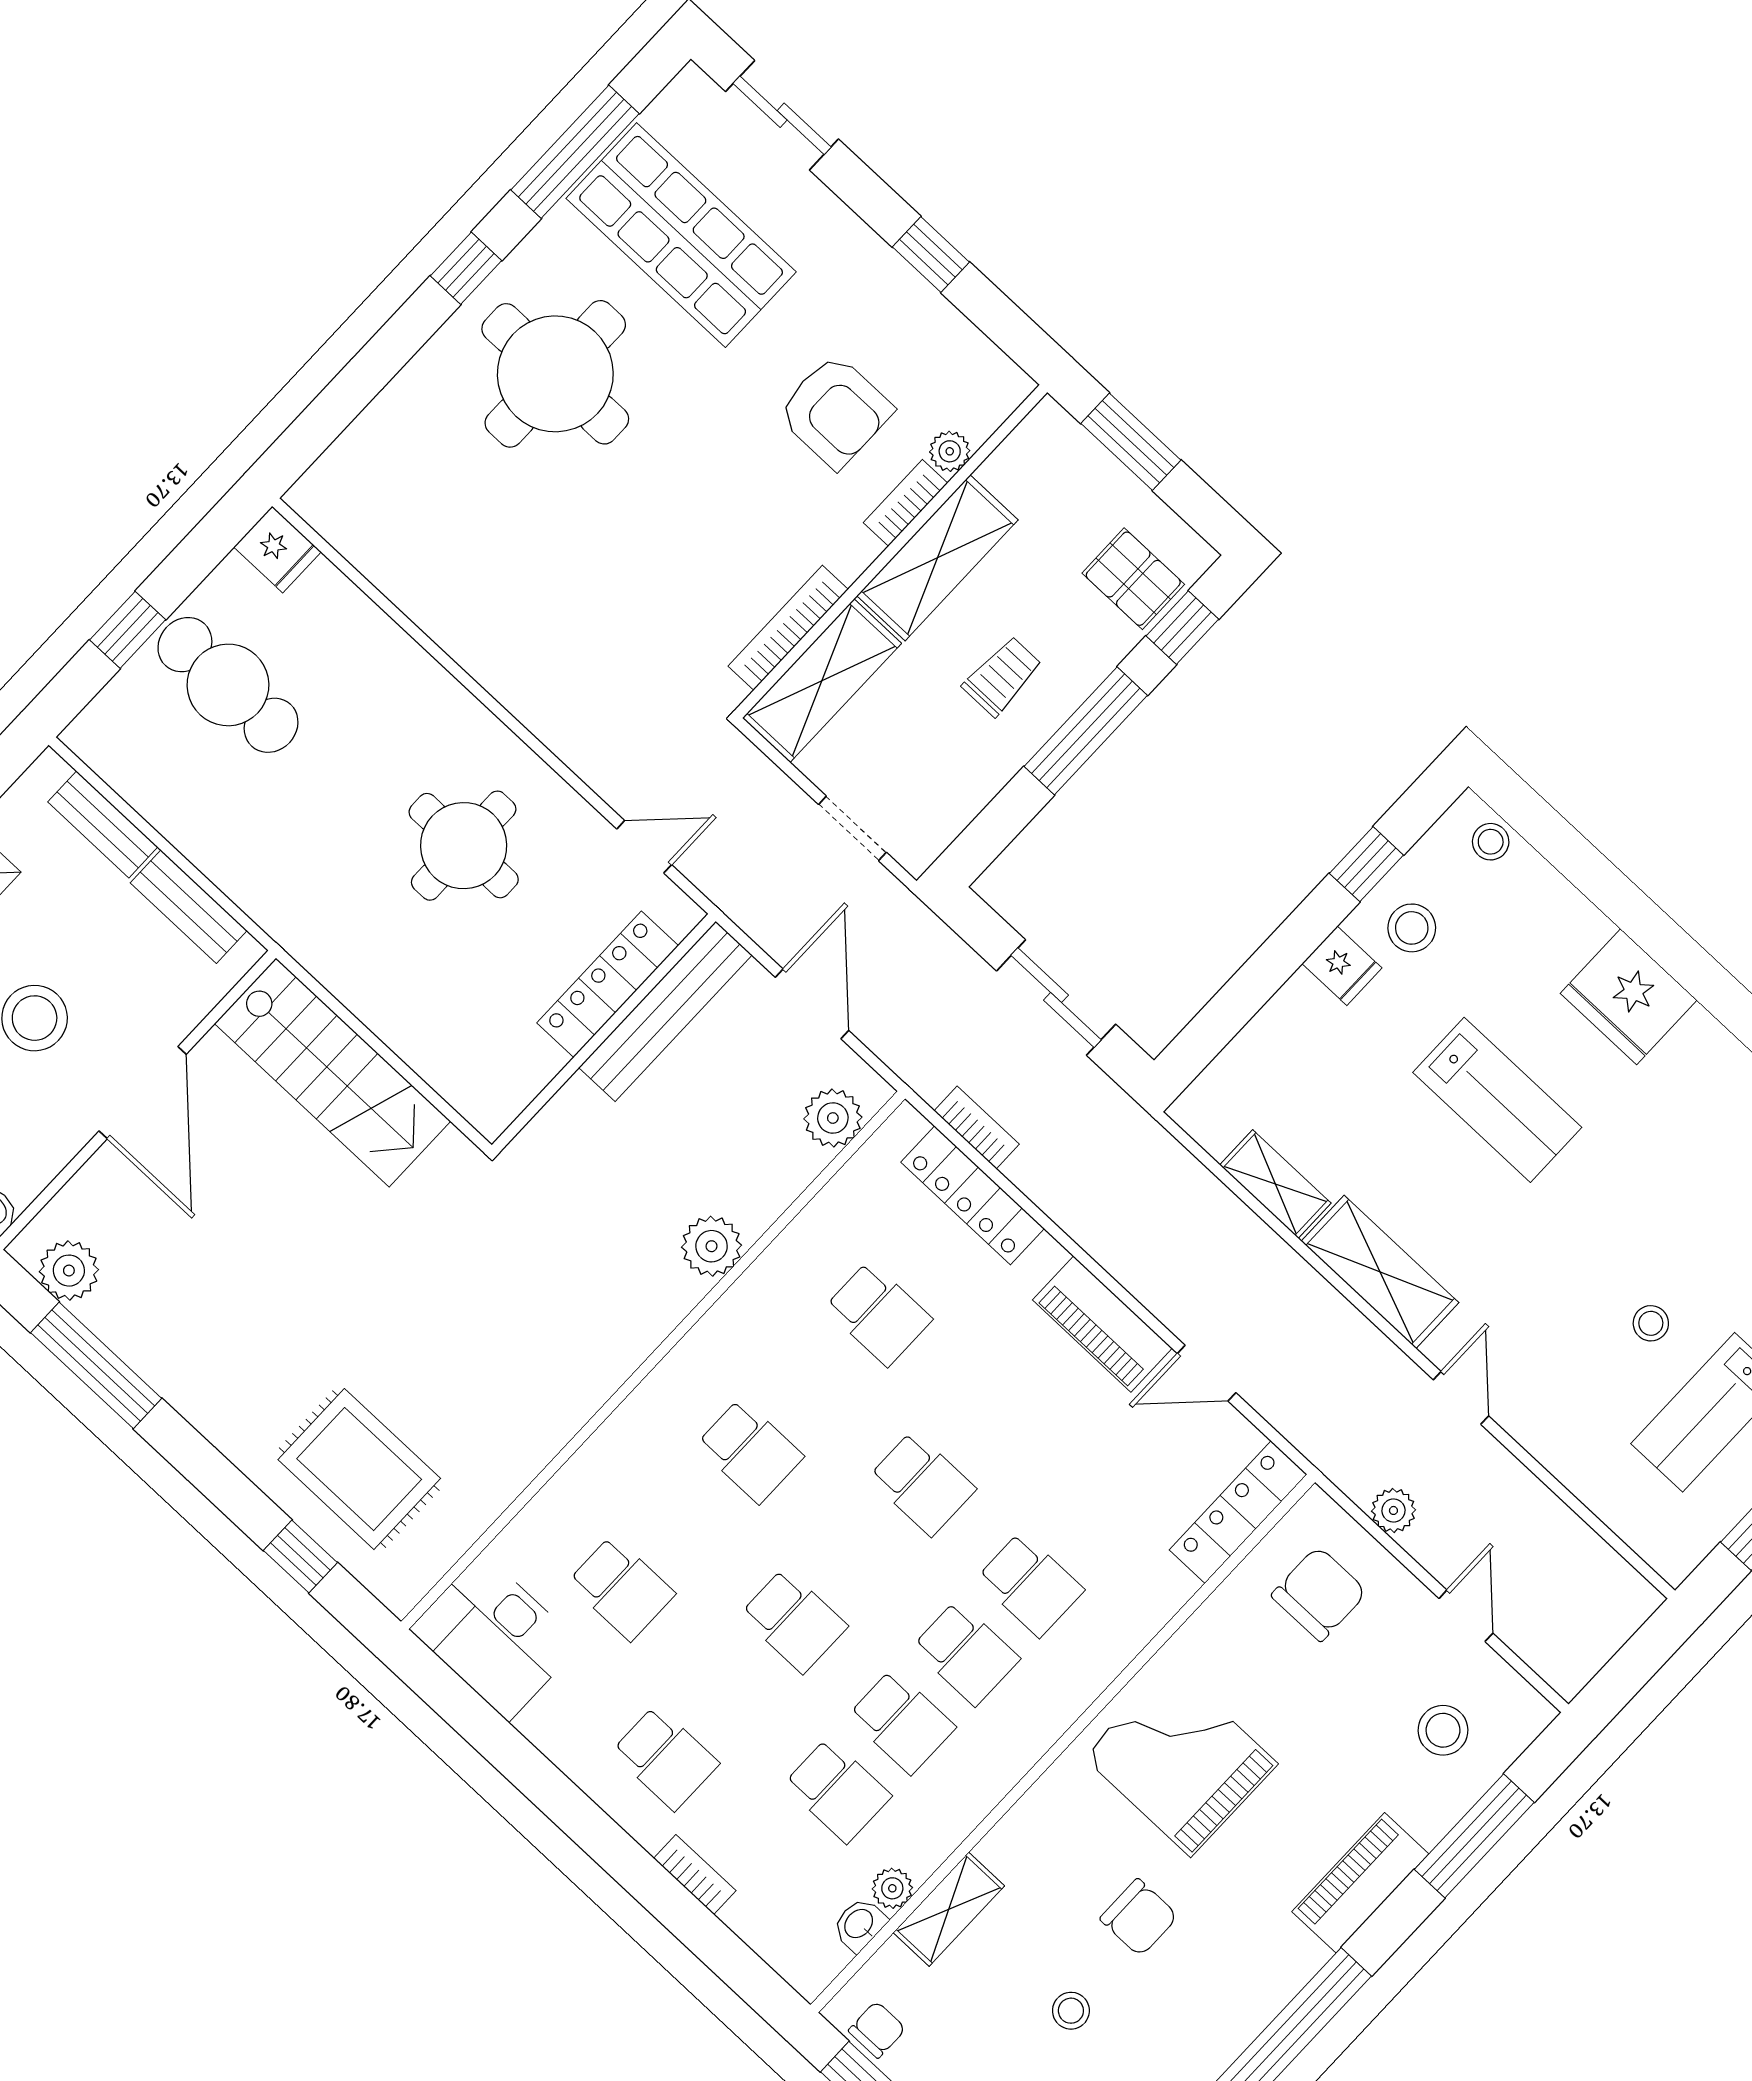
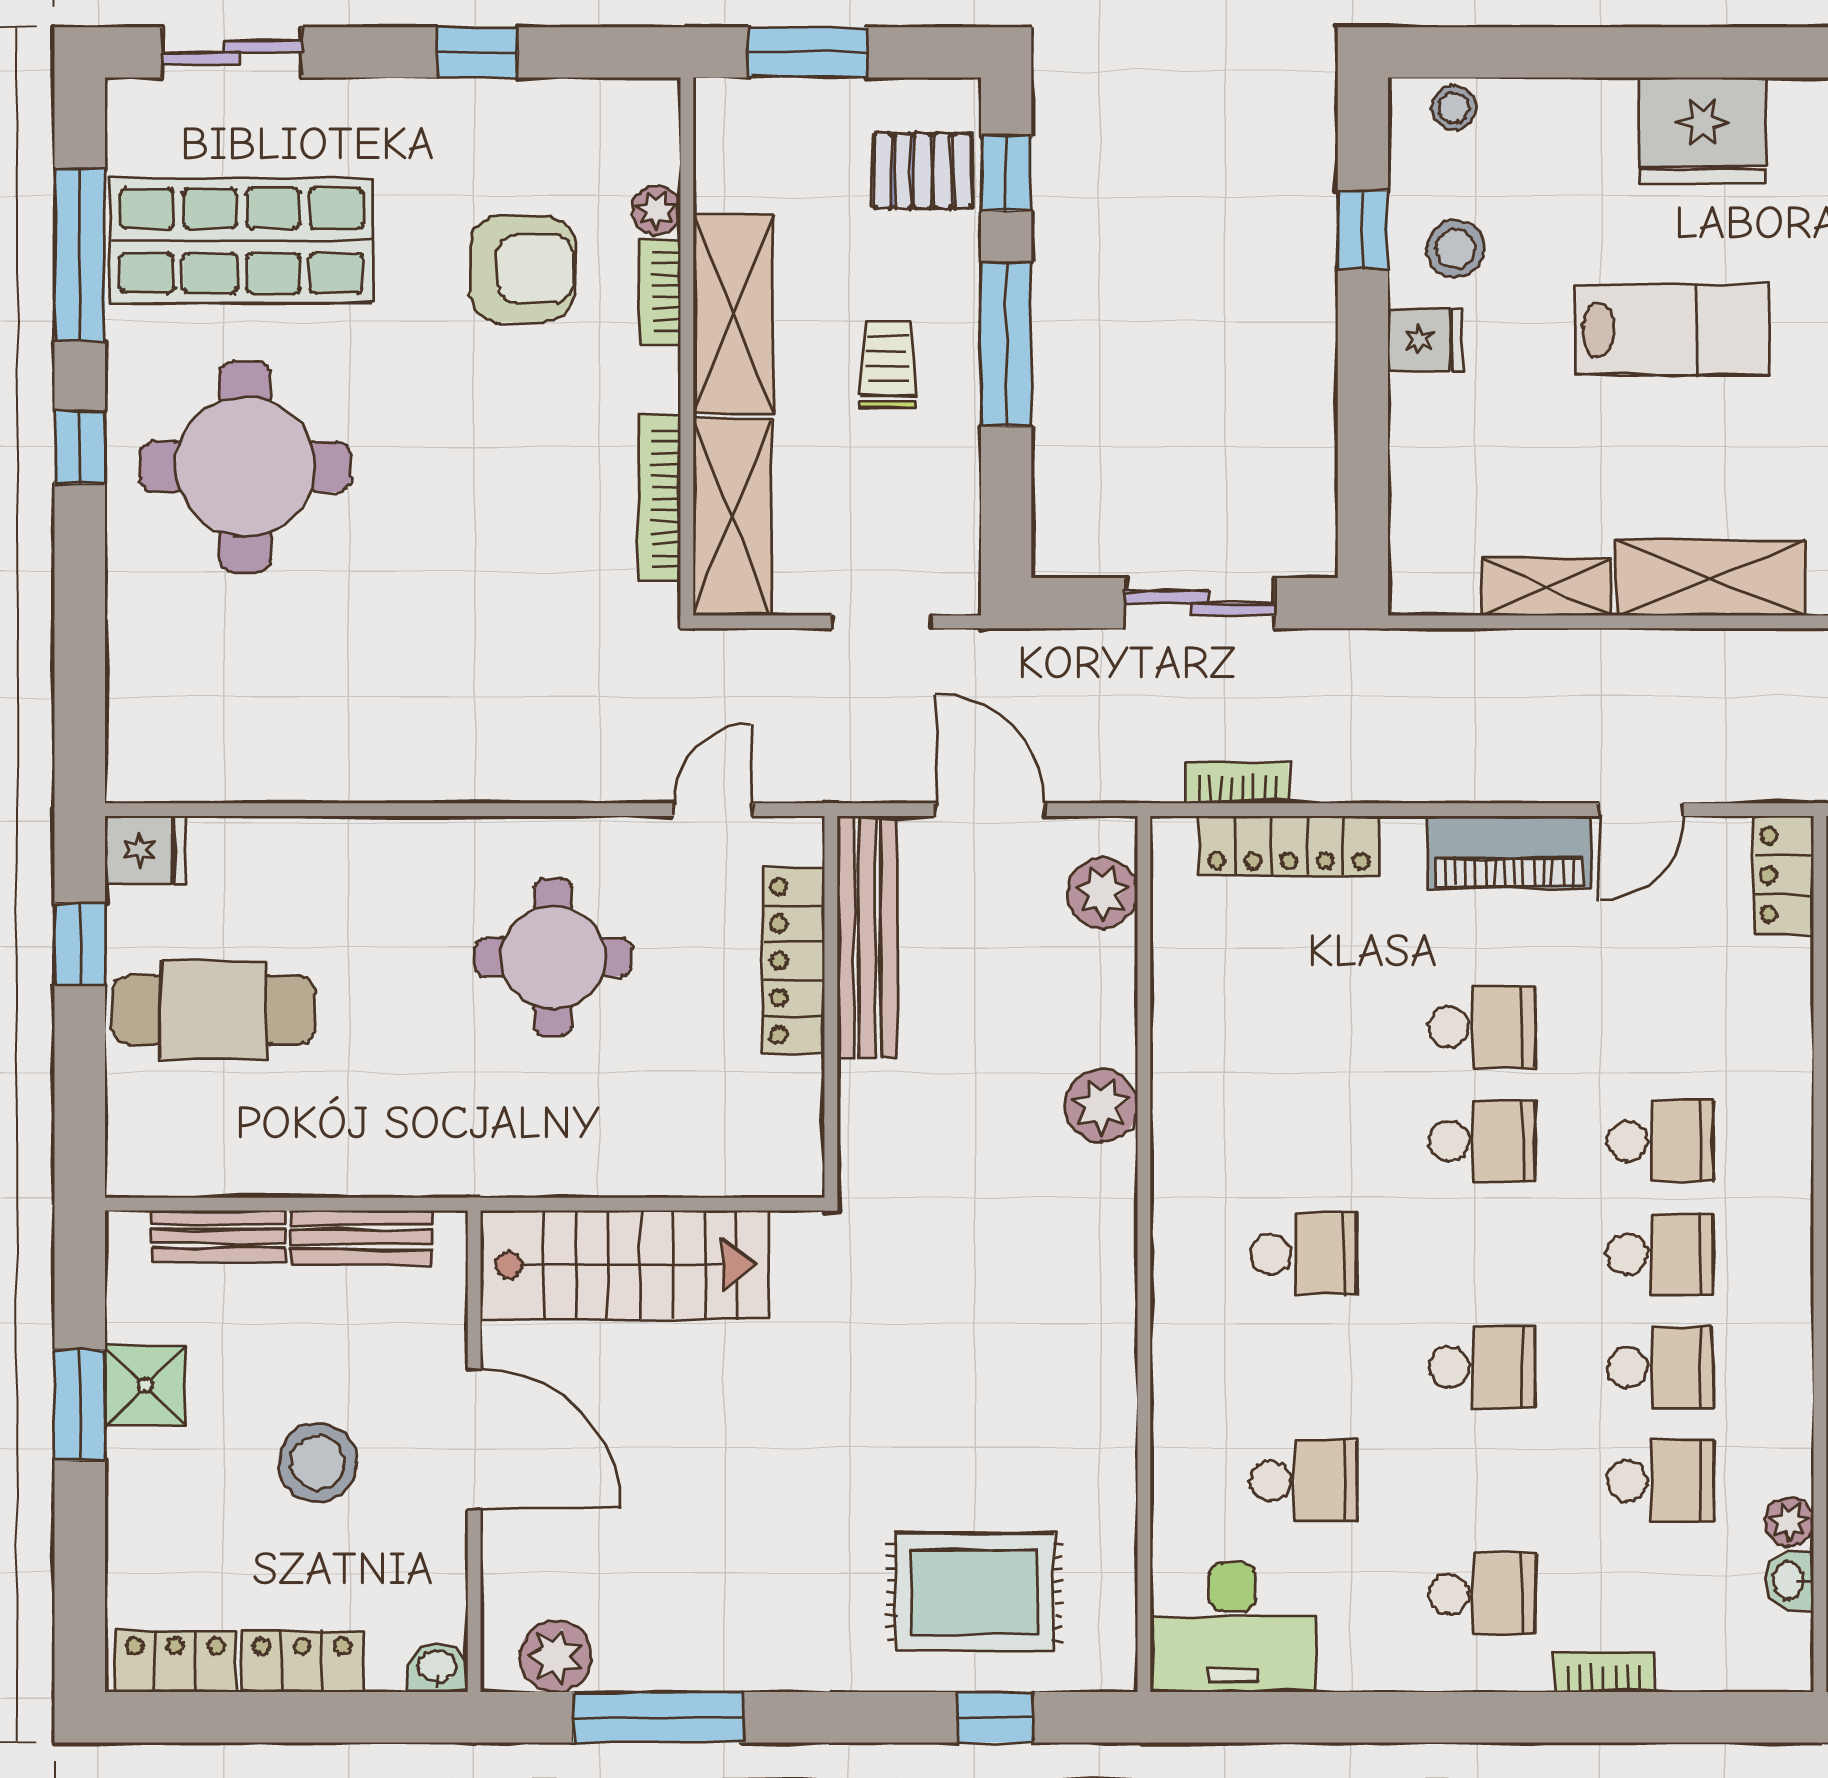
window: (128, 630) -> (80, 944), moved
school desk: (878, 1314) -> (1482, 1027), moved
locker: (1238, 1512) -> (1784, 875), width x0.66

